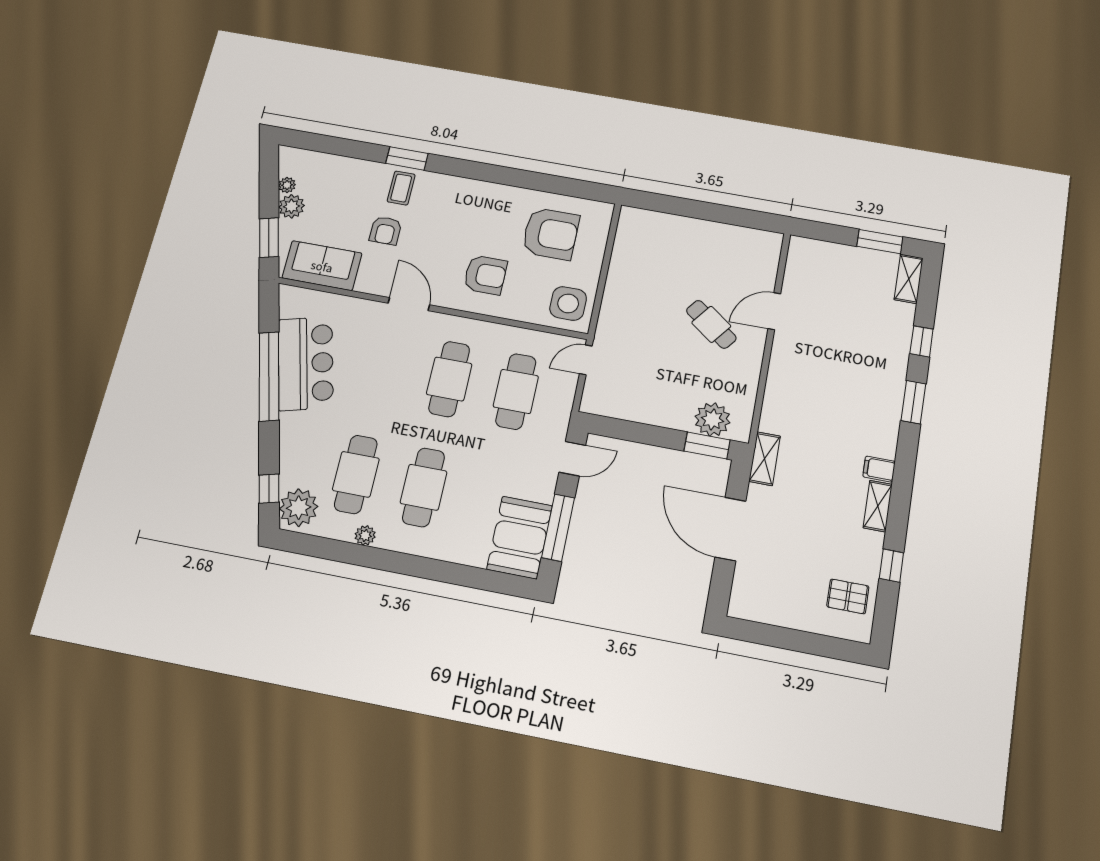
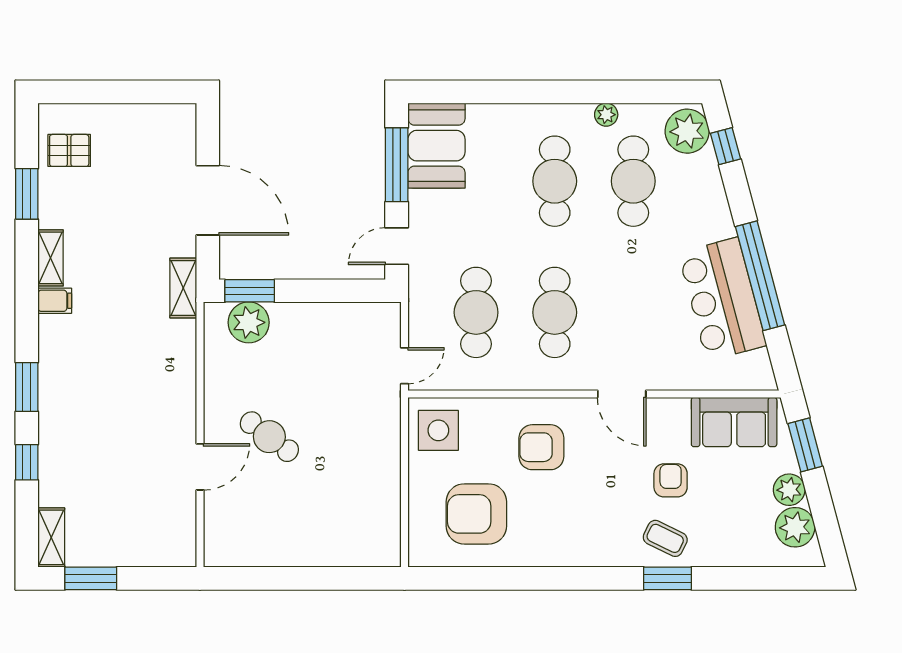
plant: (287, 185) -> (795, 527), width x1.88, depth x1.88
coffee table: (401, 188) -> (665, 538), turned -64
window: (891, 566) -> (27, 194), width x1.50

